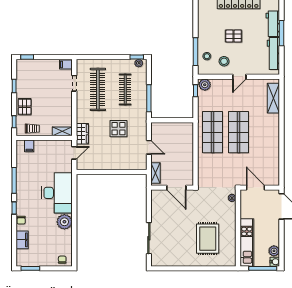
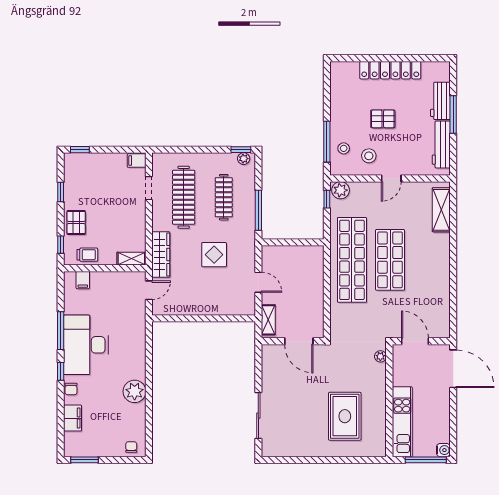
shop shelf: (213, 132) -> (352, 260), width x1.40
wardrobe: (82, 134) -> (161, 255), width x1.50
desk: (57, 193) -> (86, 345), moved, turned 180
plant: (274, 251) -> (442, 434), removed

